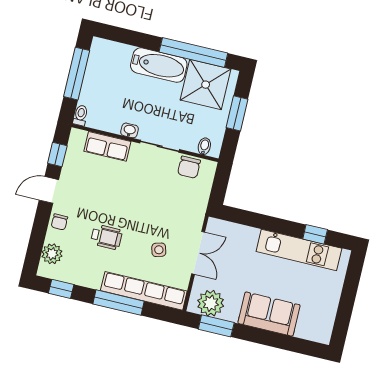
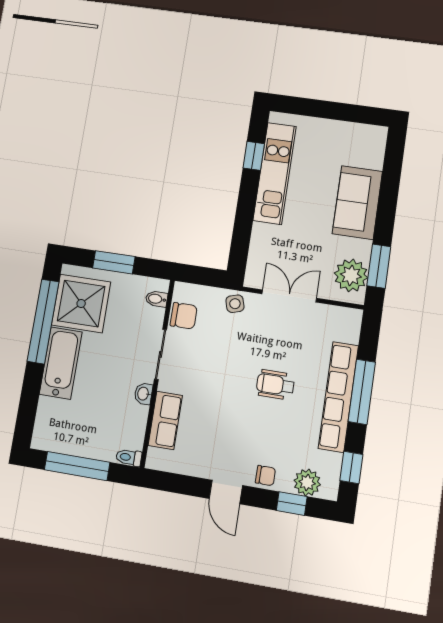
window: (57, 155) -> (292, 503), moved
wheelchair: (106, 237) -> (275, 385), moved, turned -90
side table: (159, 250) -> (235, 304), moved
row of seats: (144, 291) -> (338, 397), moved

